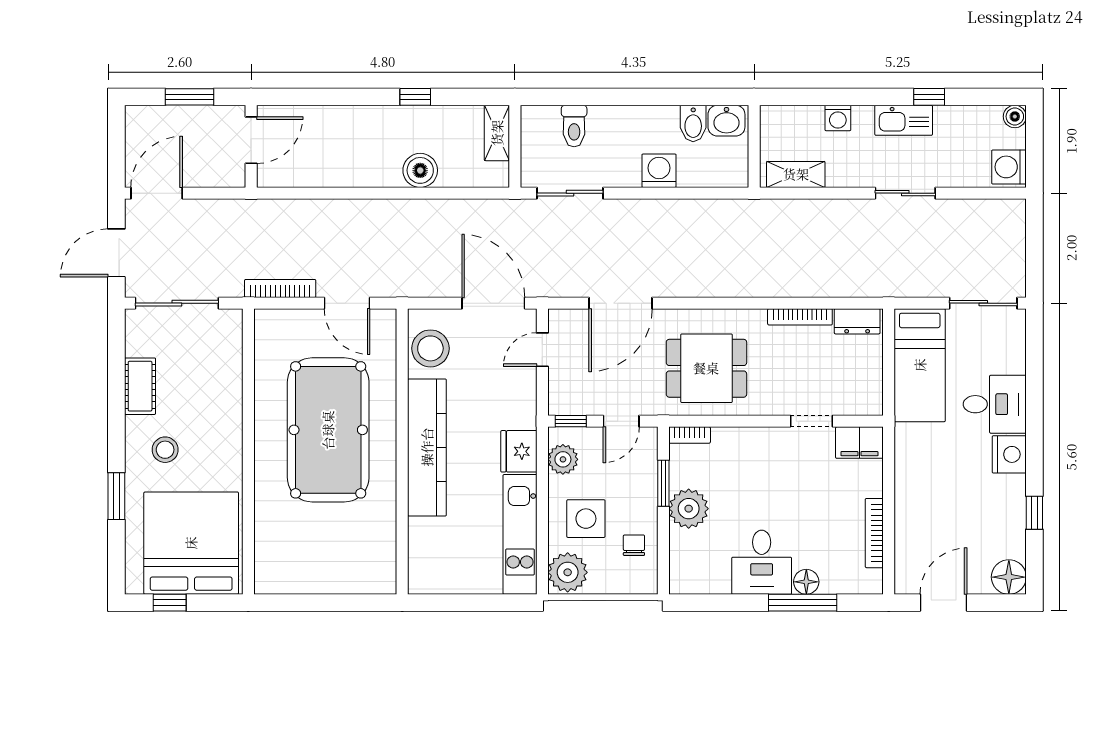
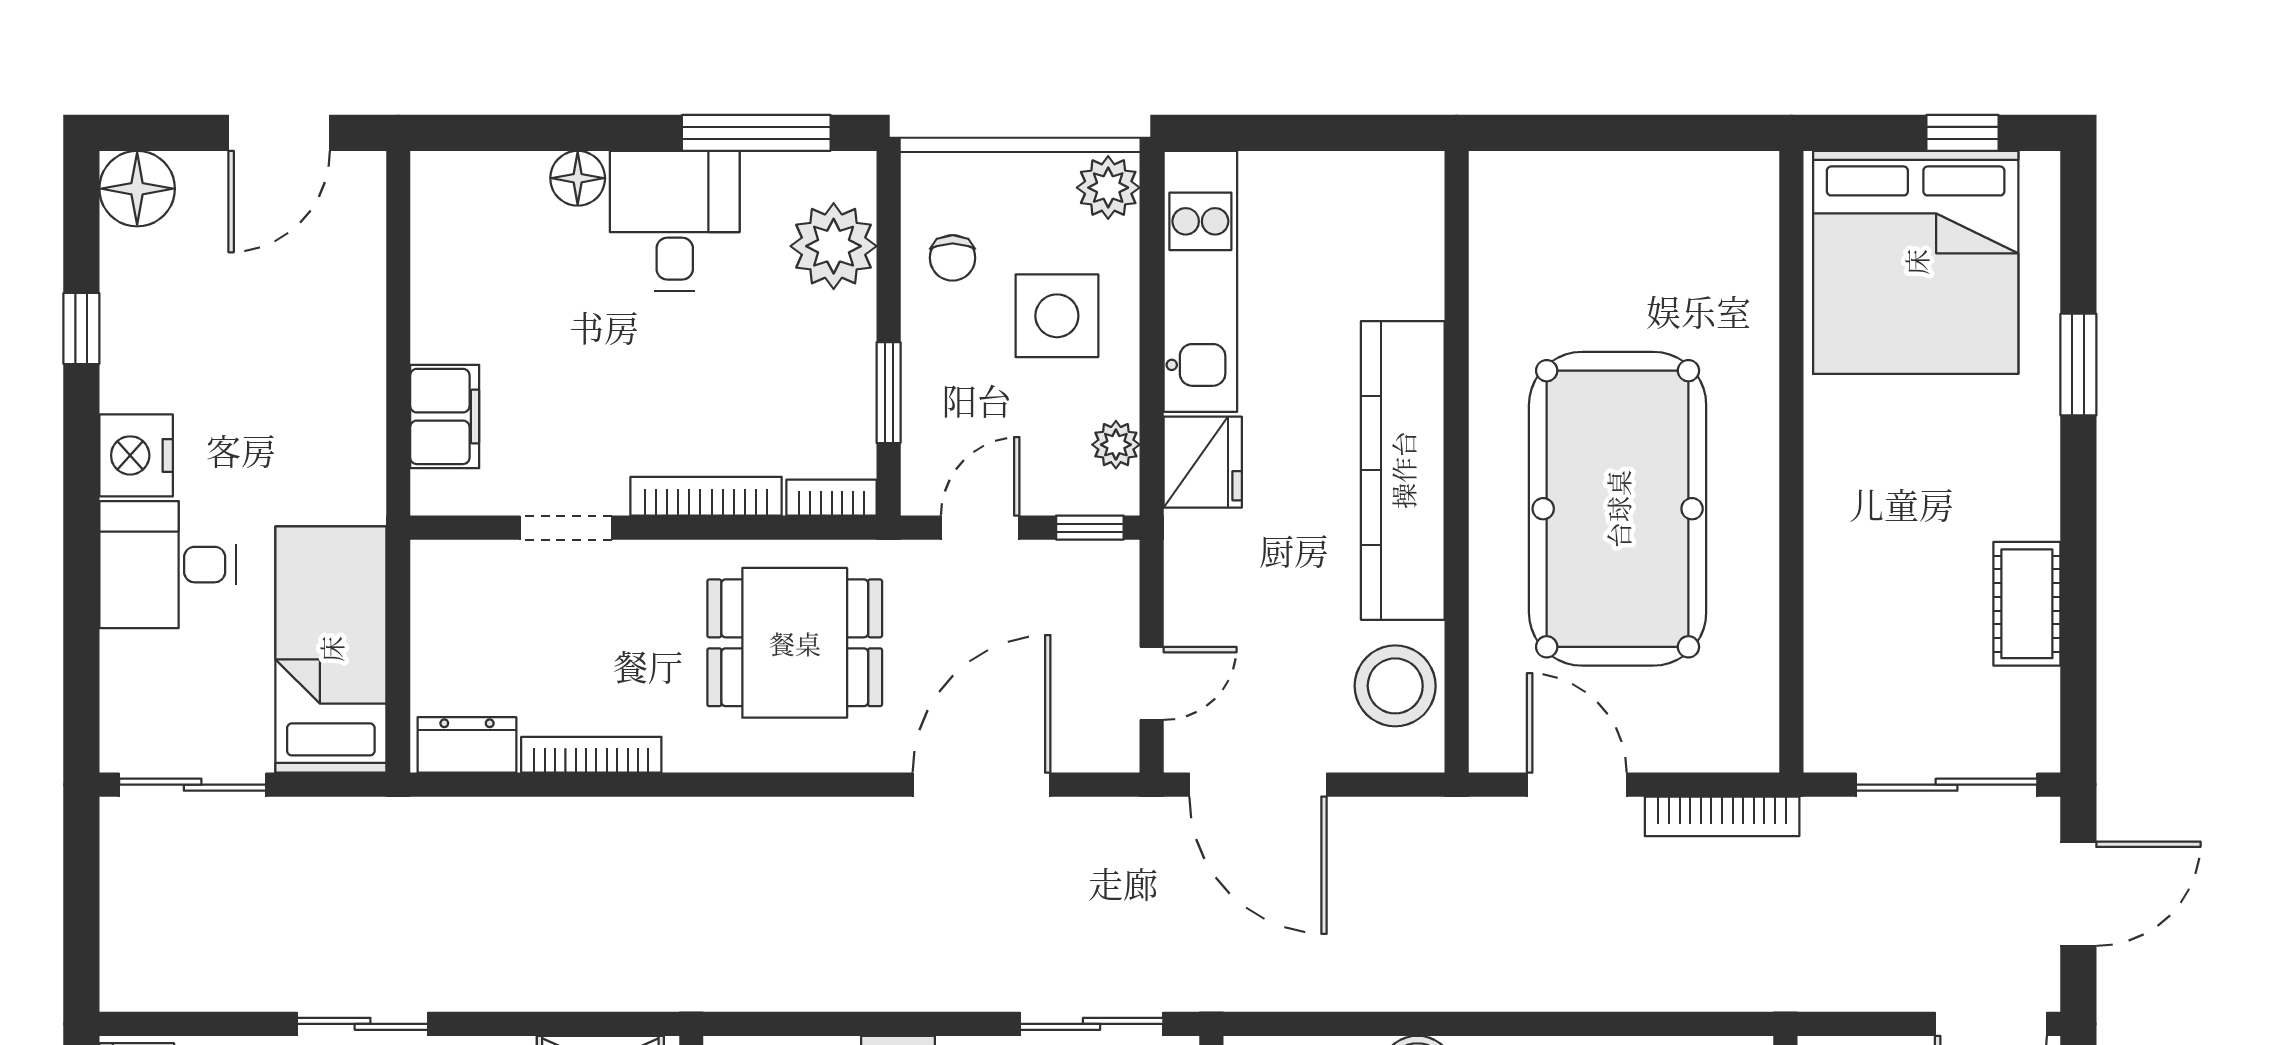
filing cabinet: (859, 443) -> (445, 416), moved, turned 90
stool: (165, 450) -> (1972, 466), removed
plant: (563, 459) -> (1116, 445), width x0.73, depth x0.73
plant: (689, 509) -> (834, 246), moved
bookcase: (874, 533) -> (706, 496), moved, turned -90
plant: (568, 572) -> (1108, 188), width x0.73, depth x0.73
window: (803, 603) -> (756, 133), moved

